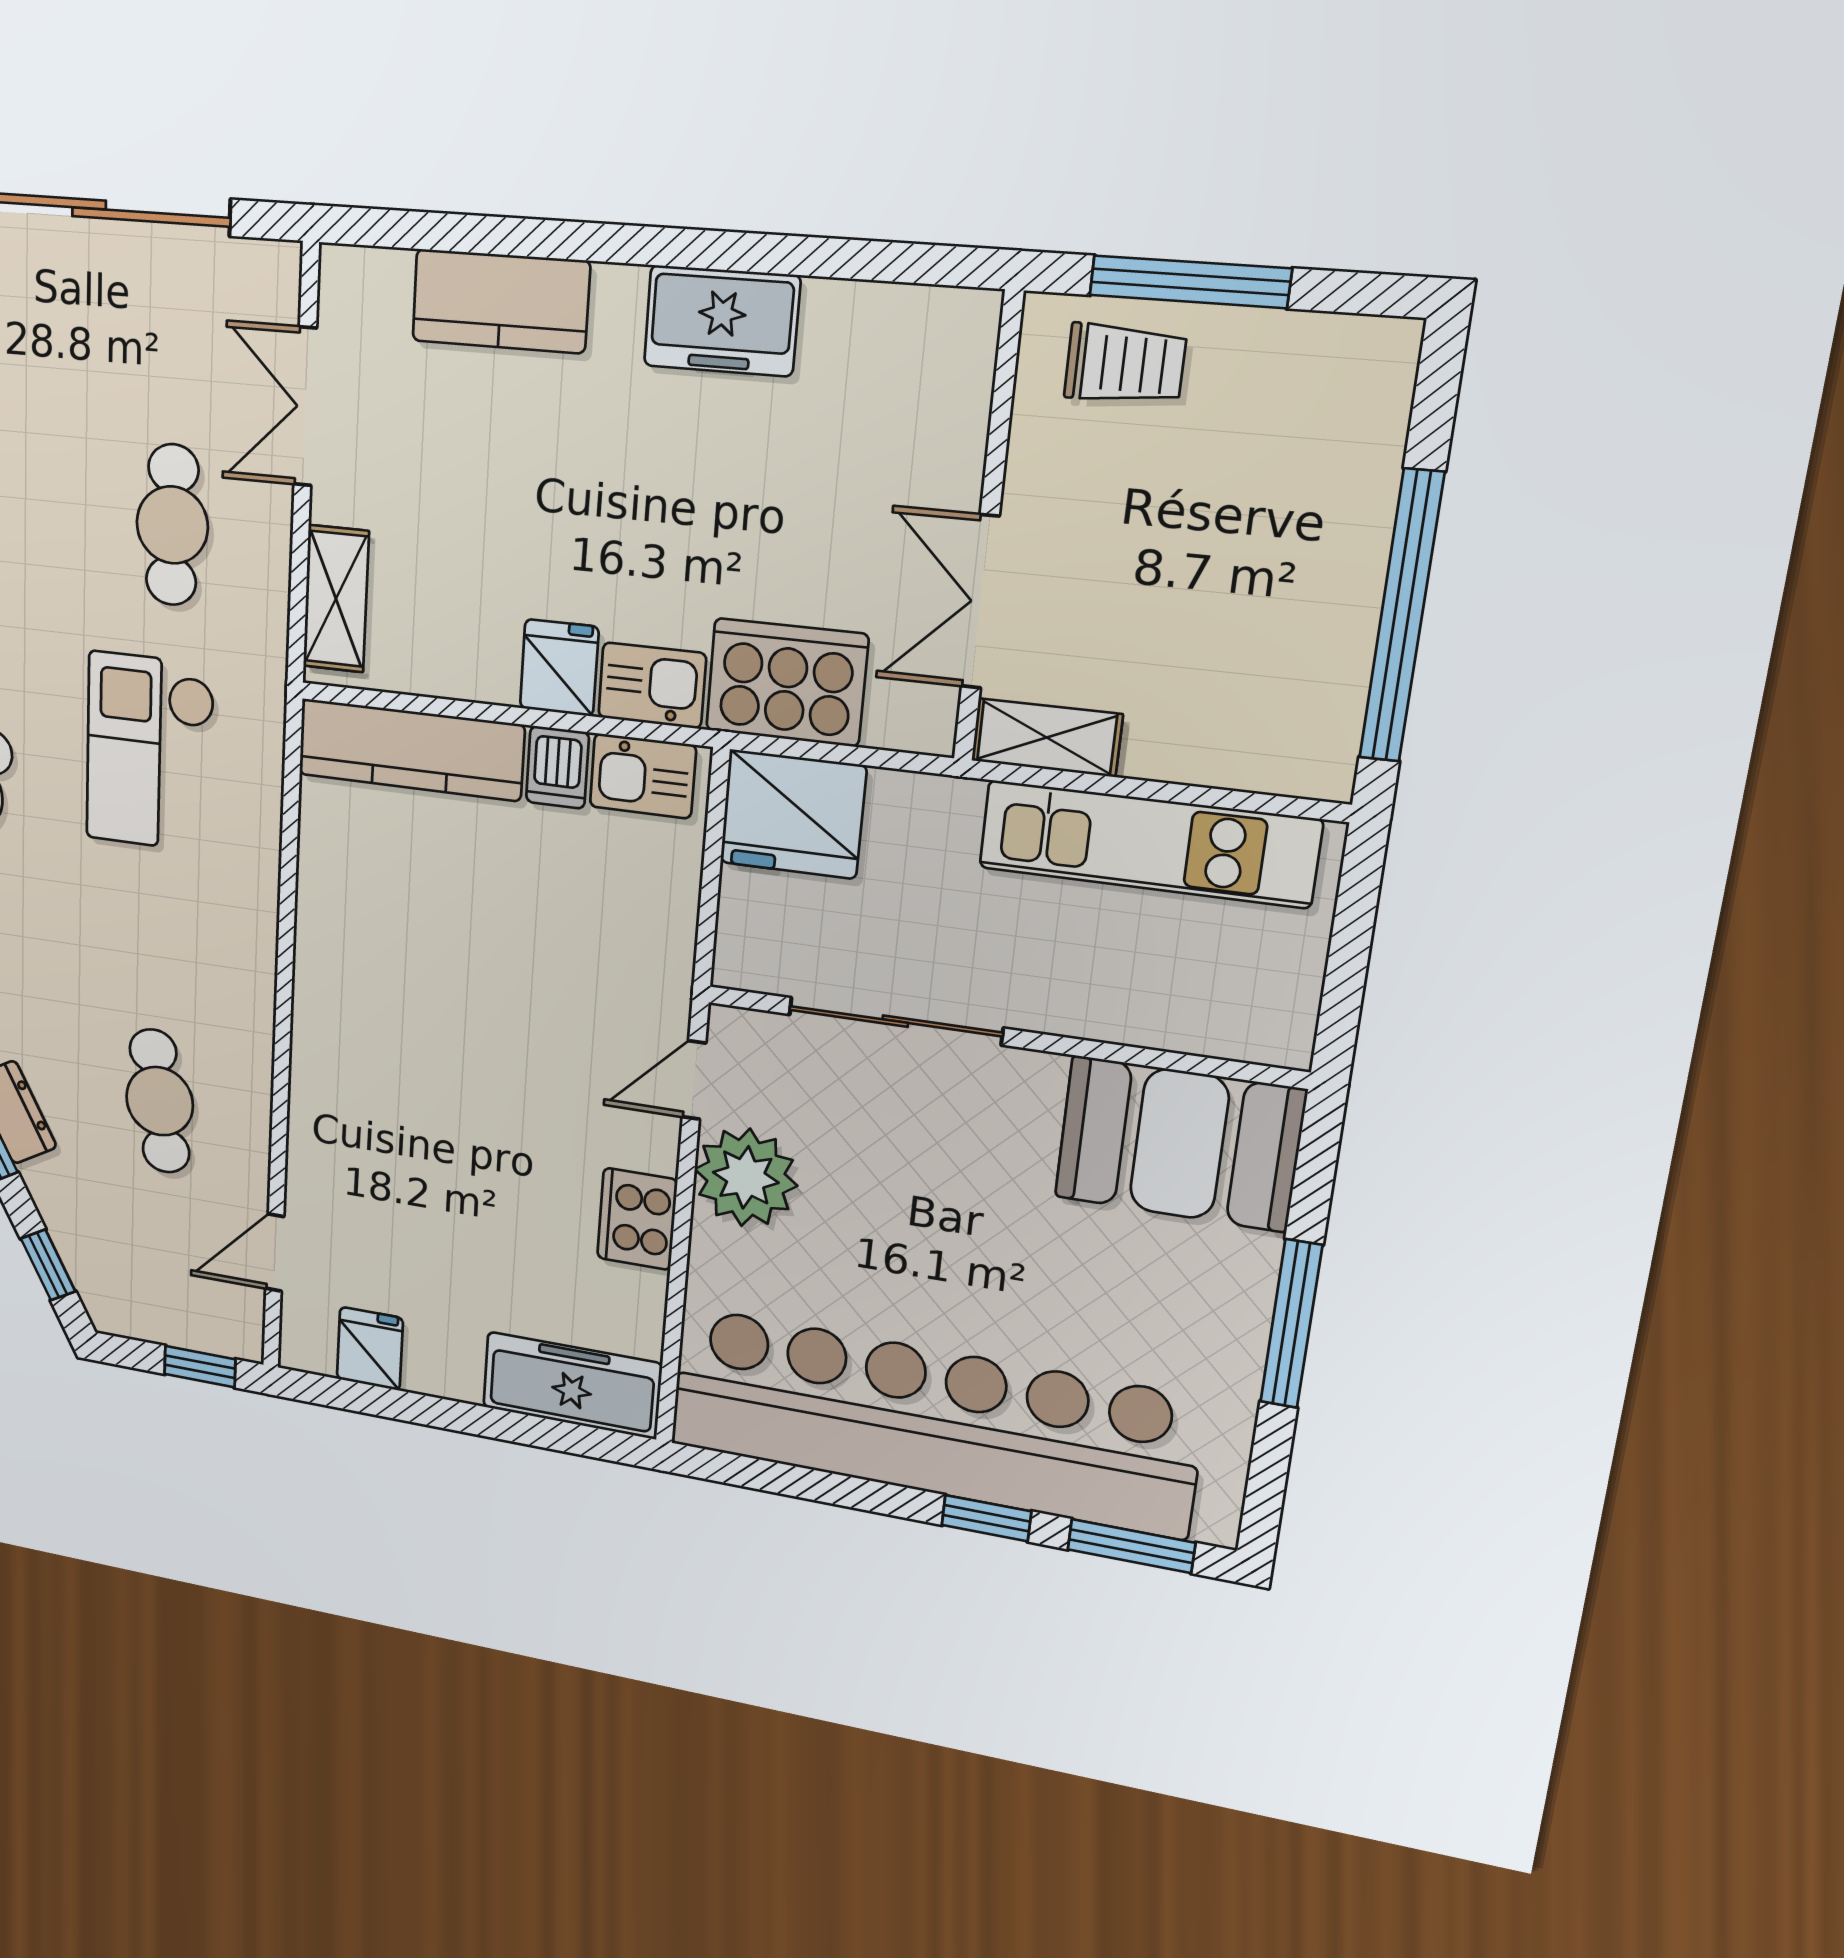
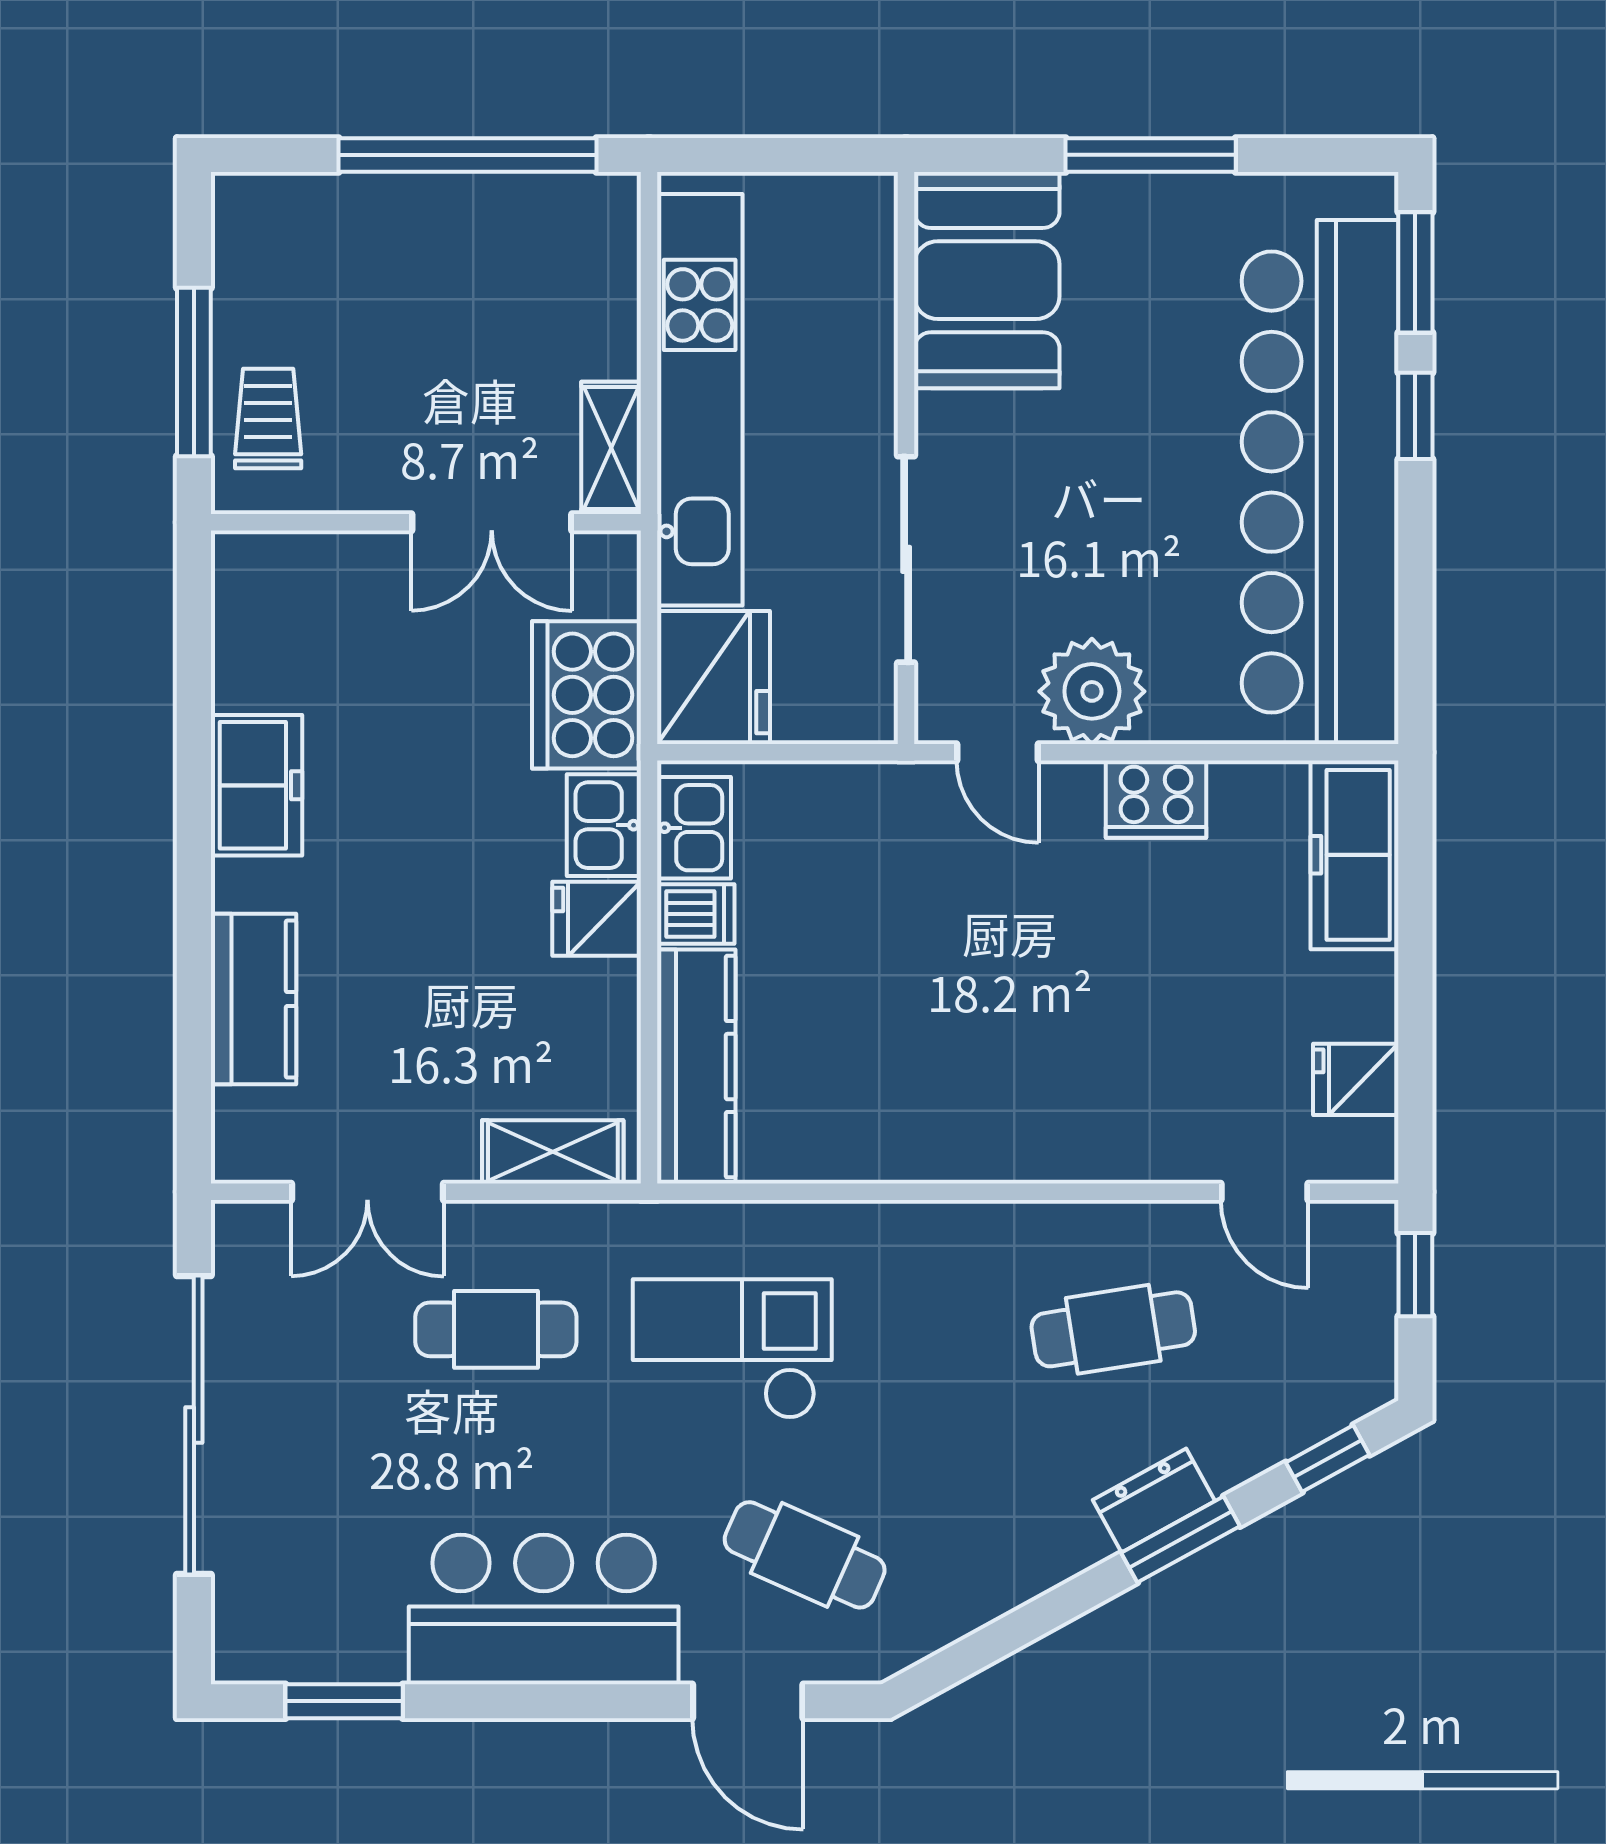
checkout: (150, 752) -> (732, 1349), turned 180
kitchen unit: (1148, 844) -> (700, 400), width x1.36

